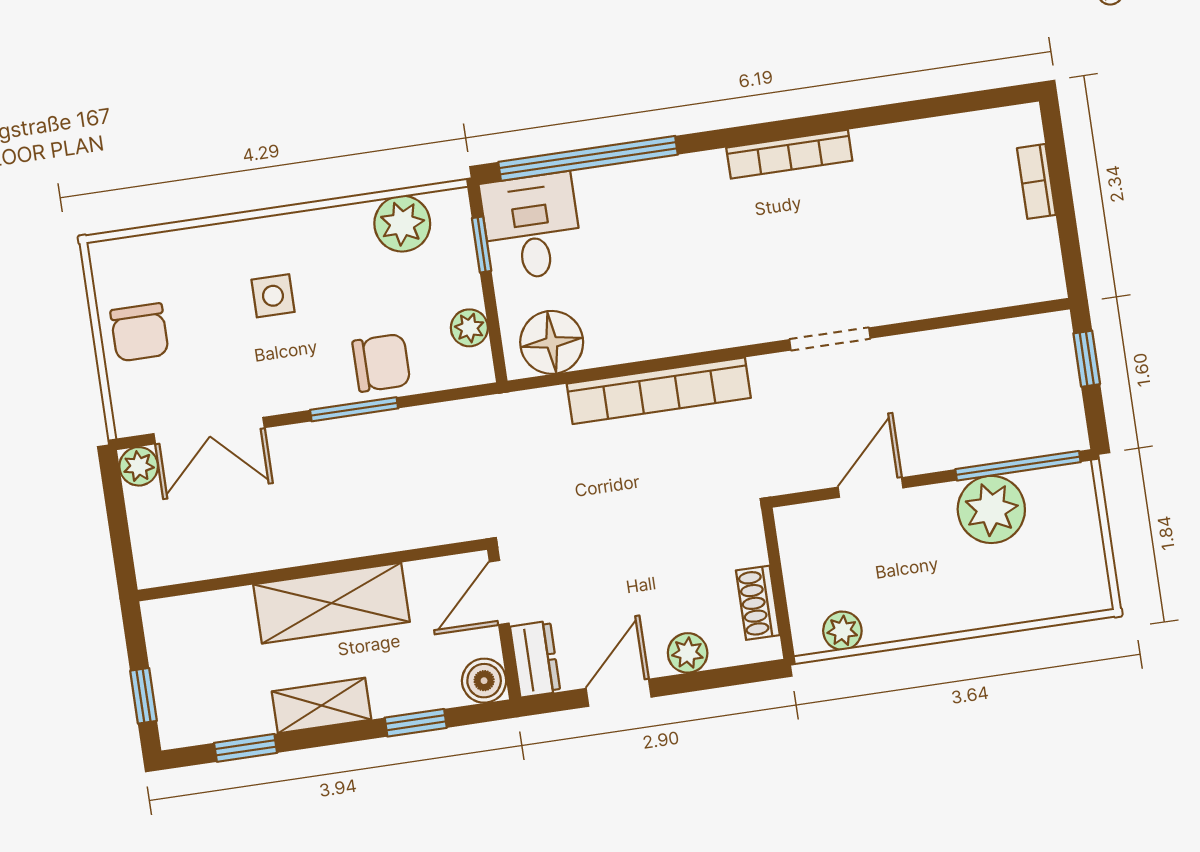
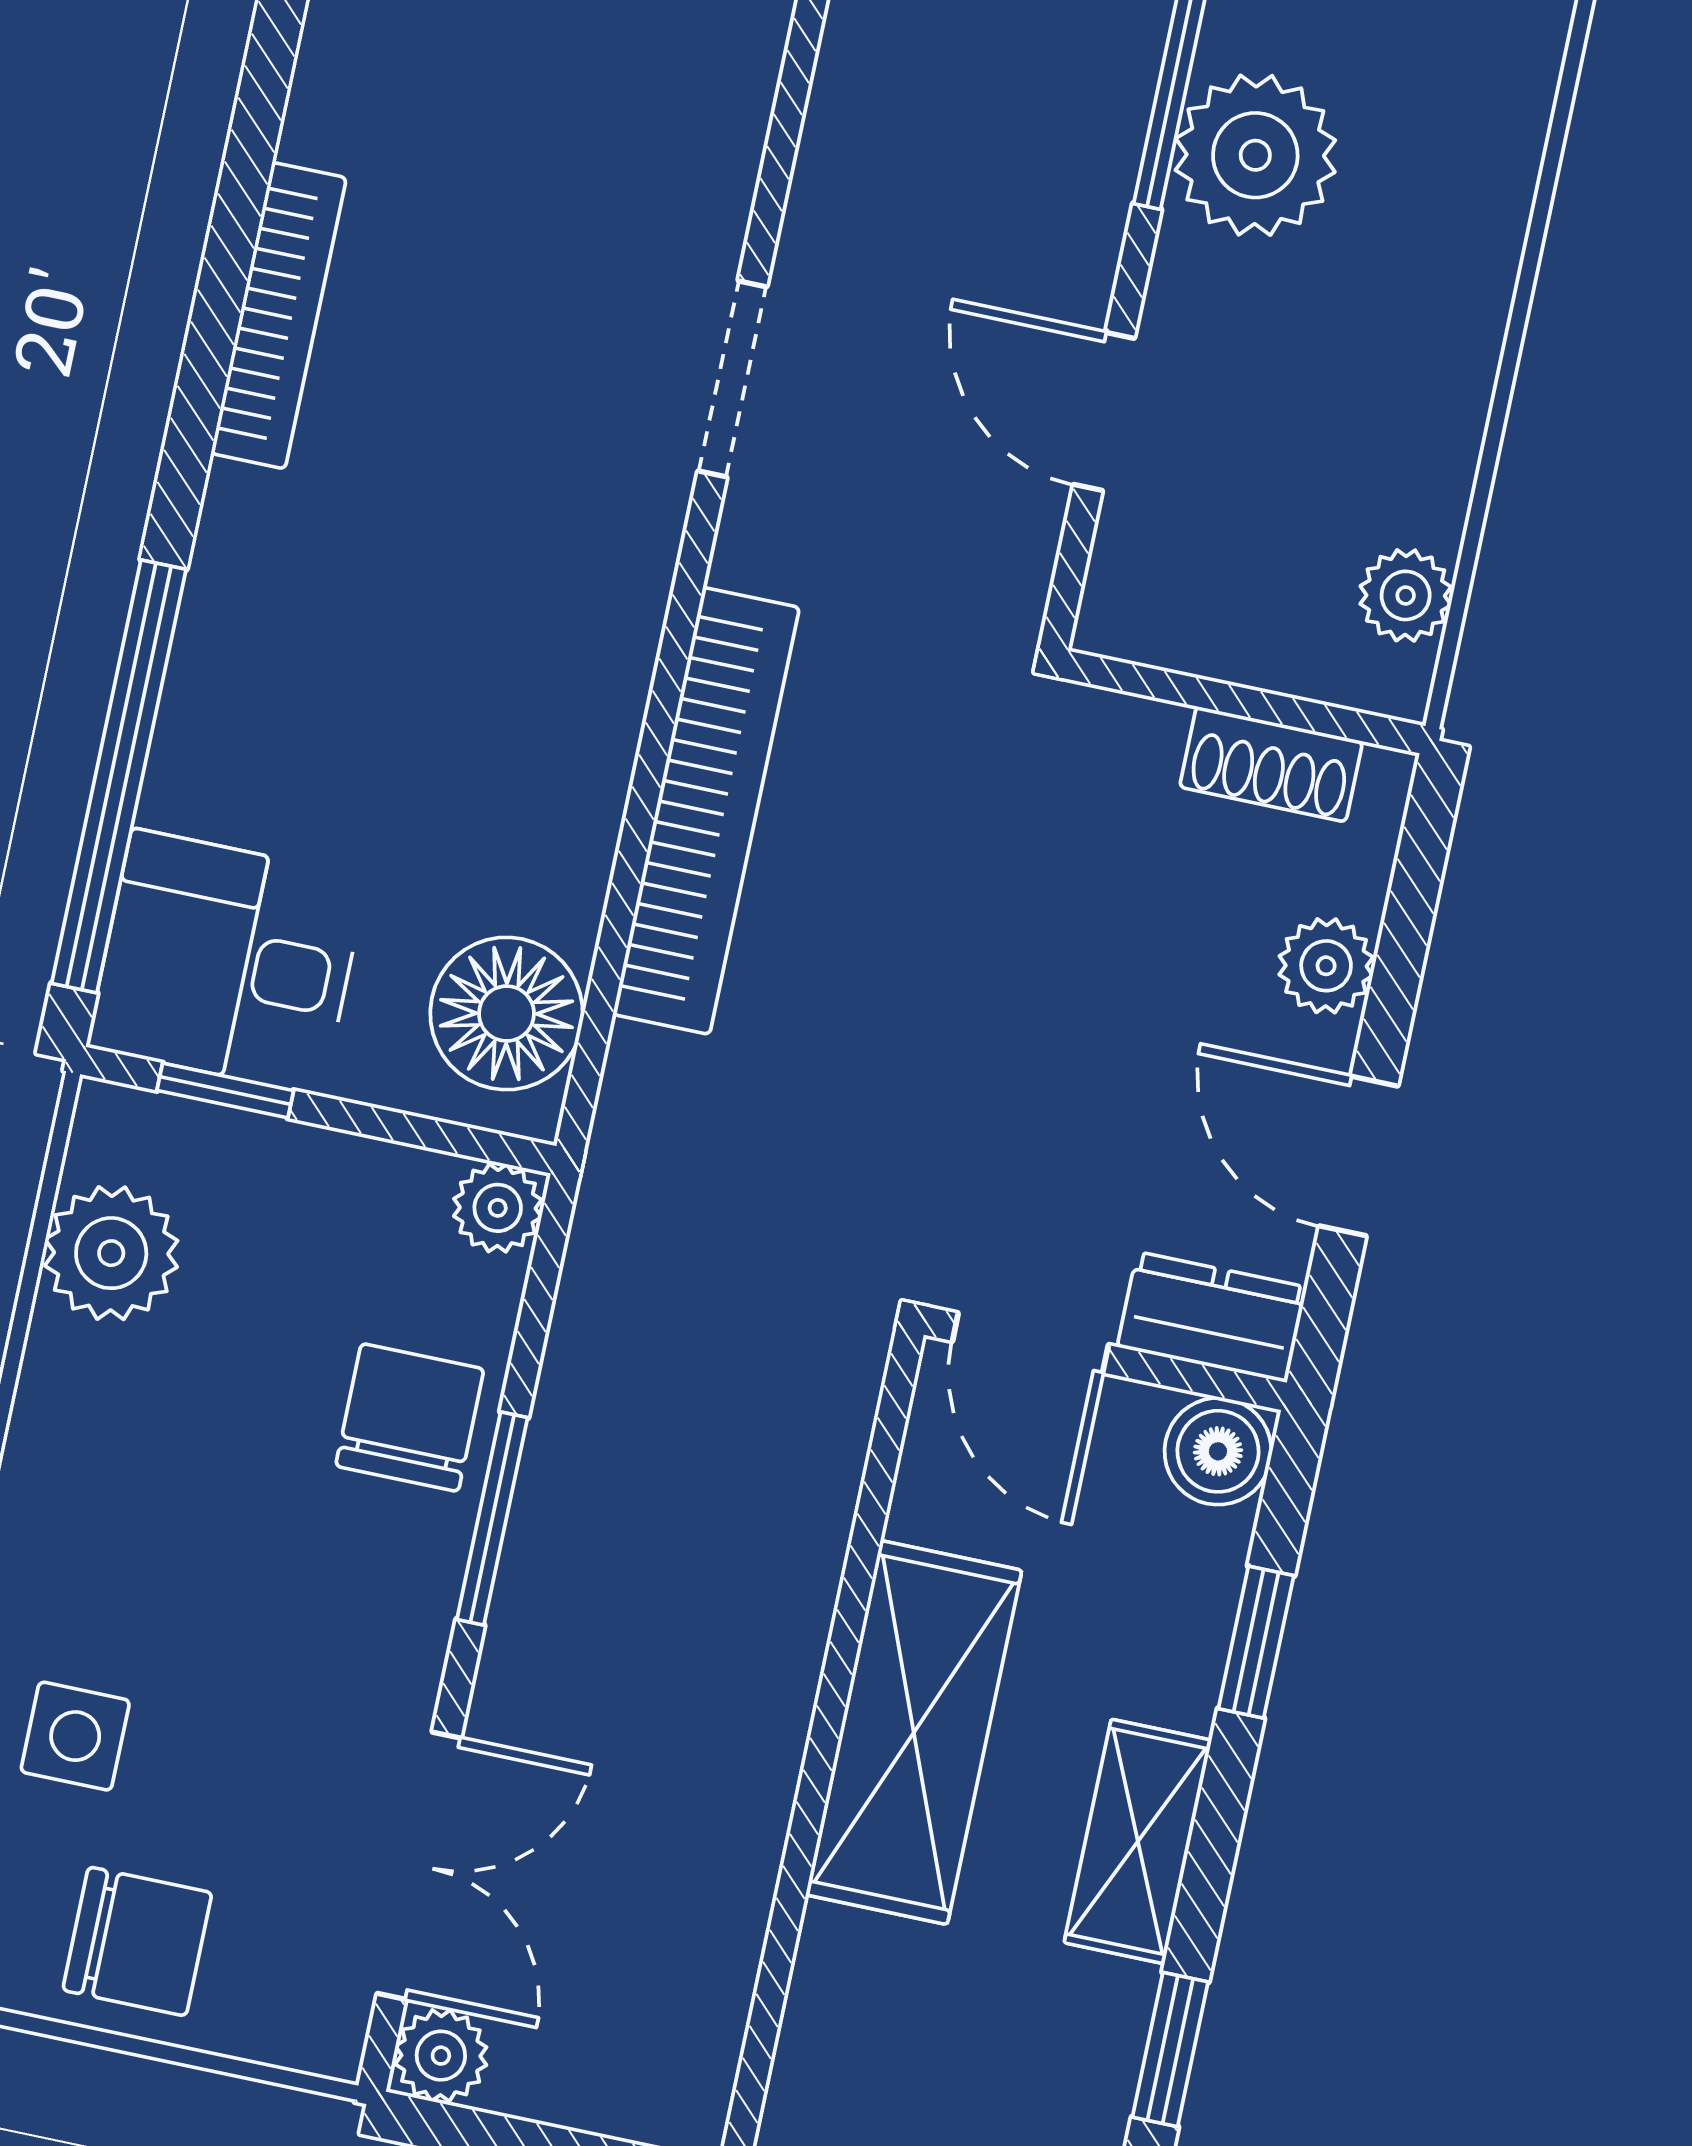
side table: (273, 296) -> (75, 1736), moved
plant: (469, 328) -> (498, 1208), moved

